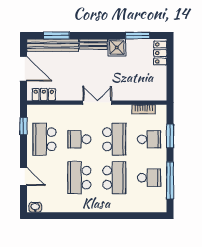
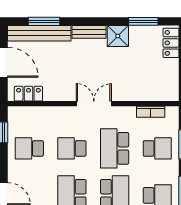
school desk: (44, 139) -> (29, 148), width x0.54
school desk: (114, 139) -> (115, 148), turned 180

